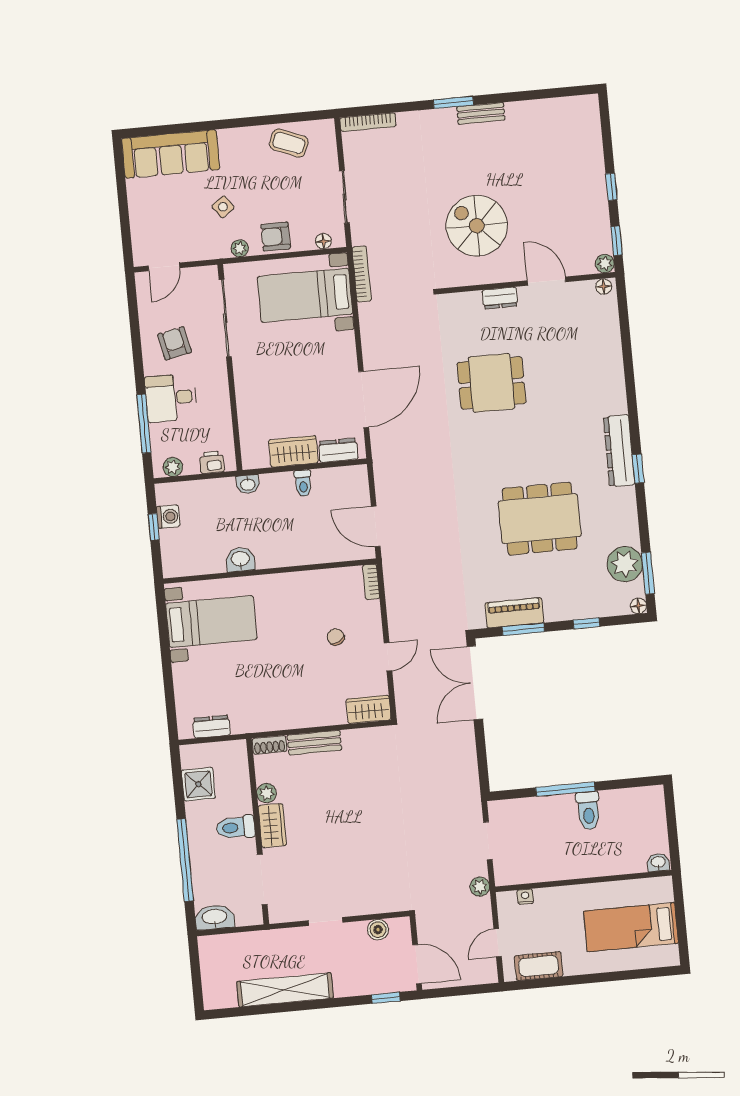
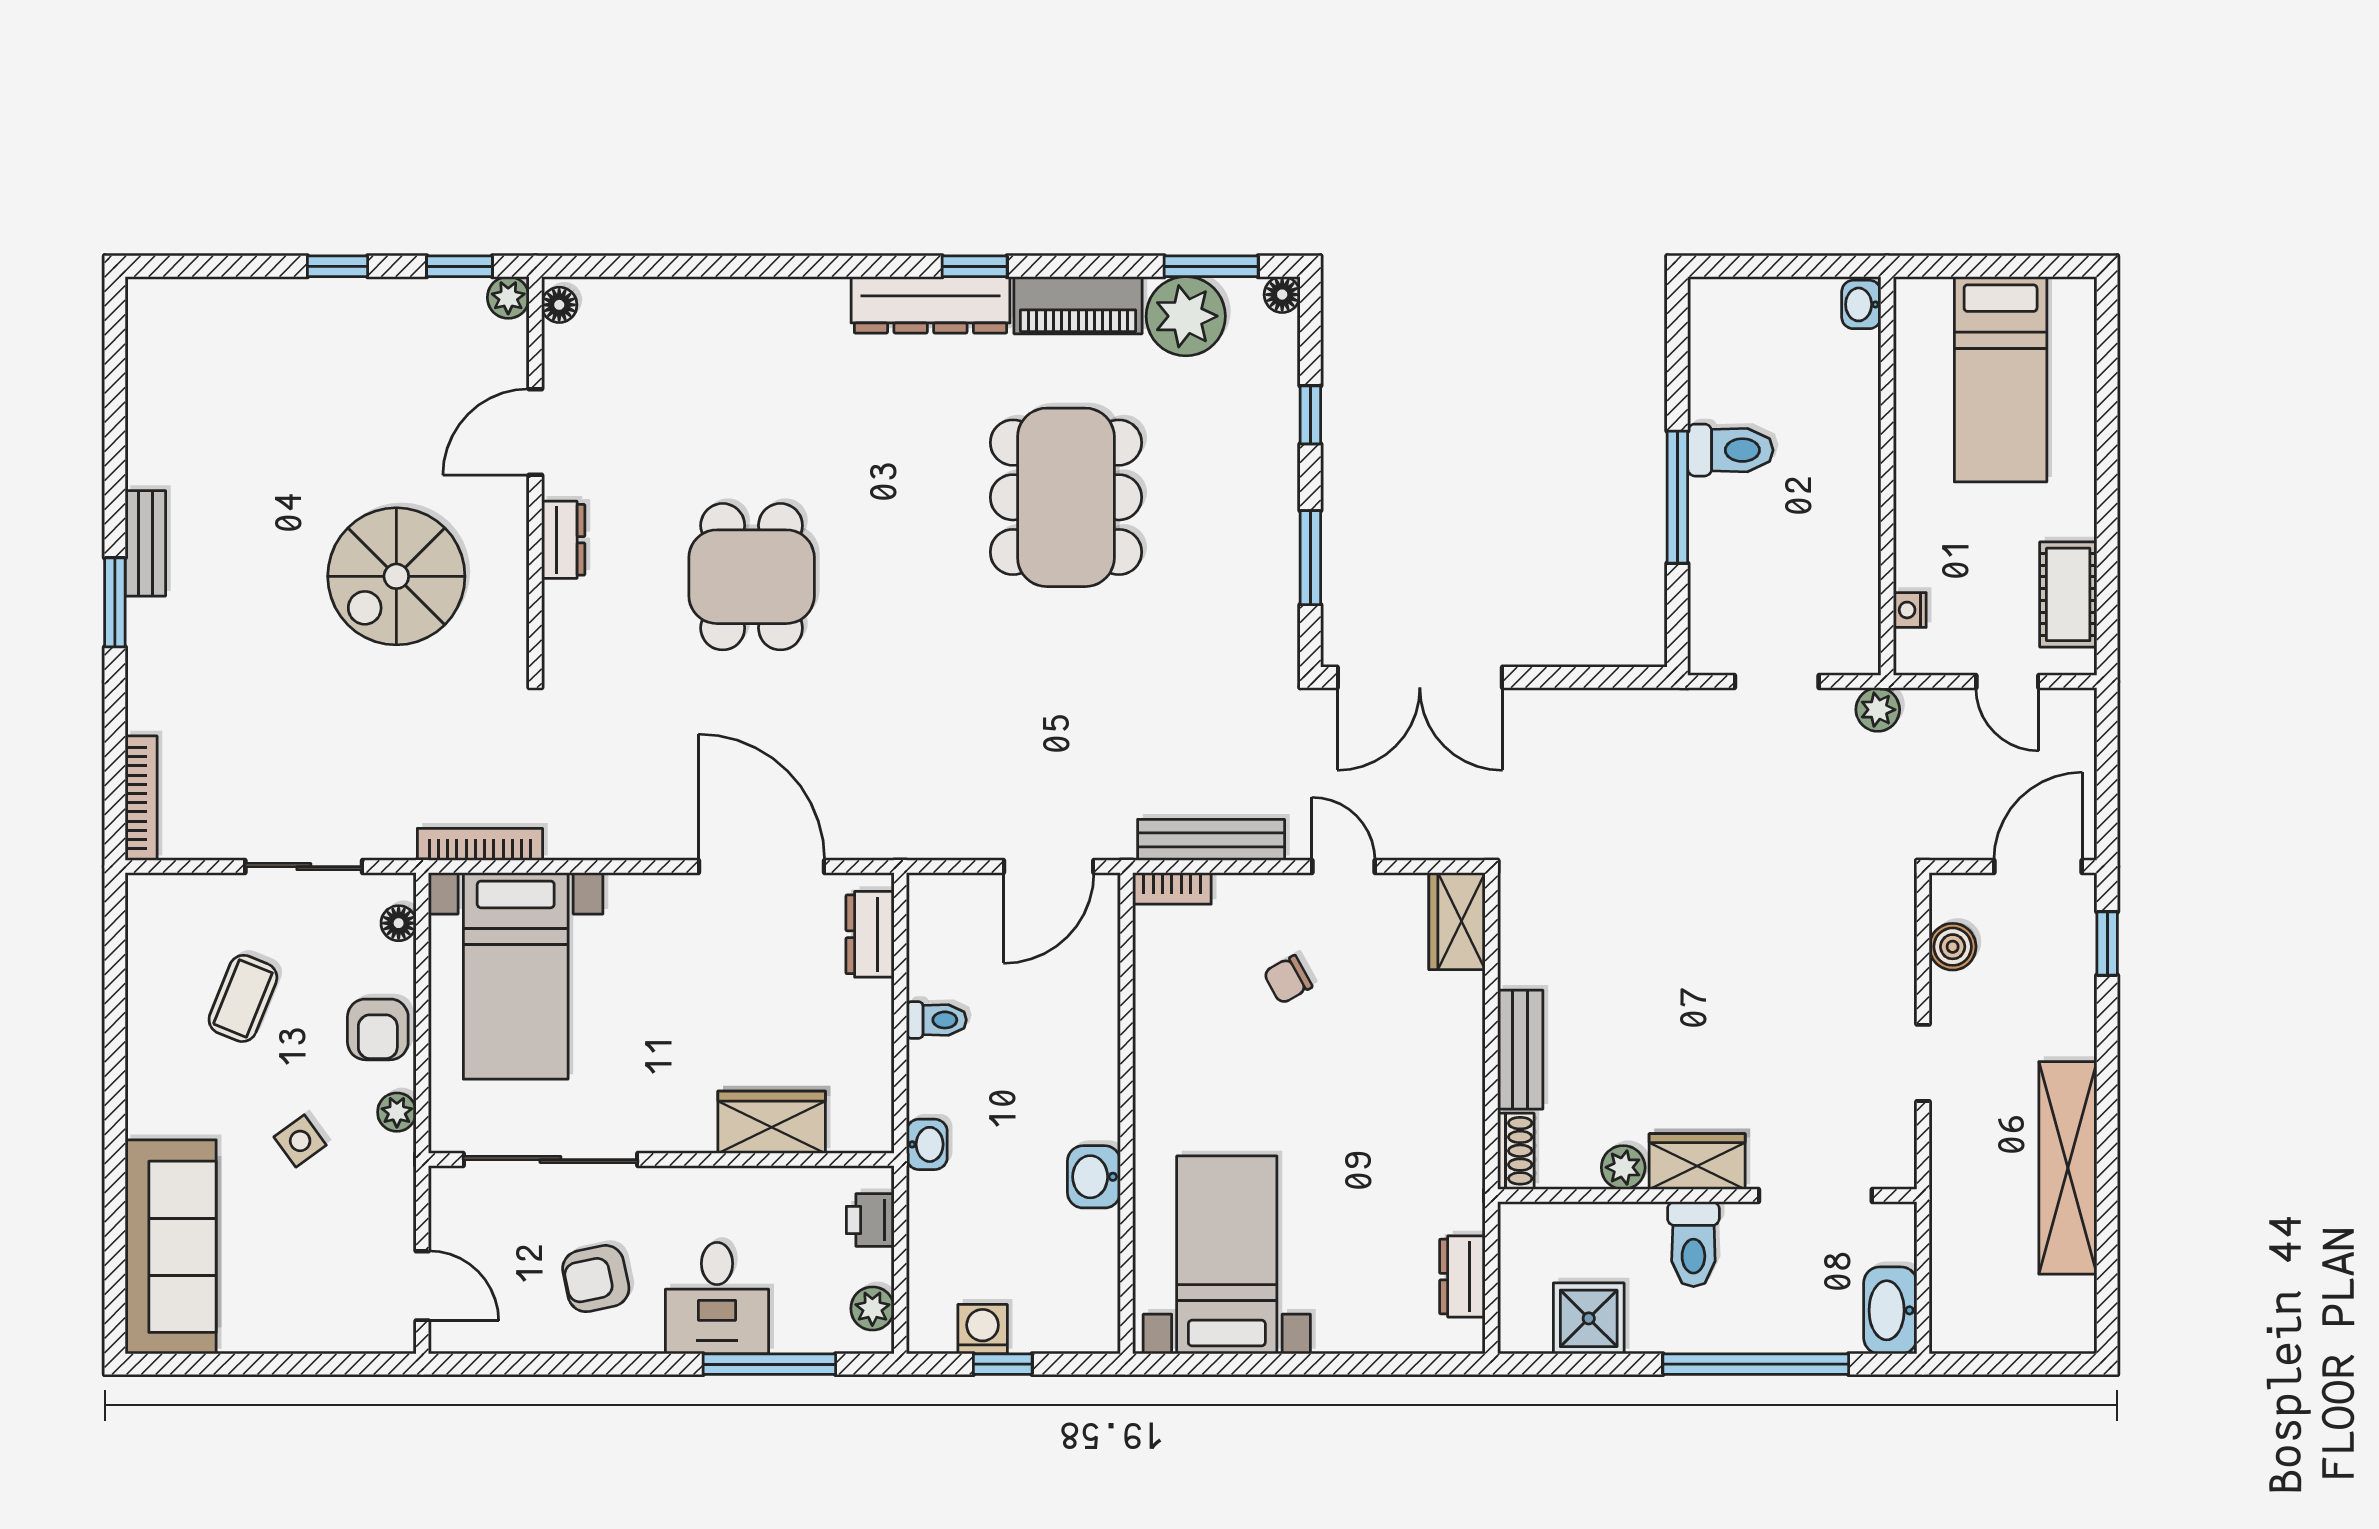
coffee table: (289, 143) -> (243, 998), moved
wardrobe: (293, 451) -> (772, 1122), moved, turned 90
bench: (394, 597) -> (1211, 840), added
piano: (514, 613) -> (1078, 305), moved, turned -90

